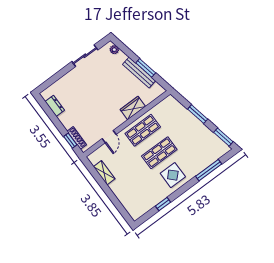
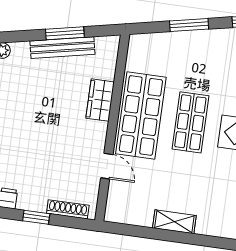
shop shelf: (143, 130) -> (141, 115), width x1.43, depth x1.36
window: (70, 141) -> (36, 217), moved
shelving: (104, 173) -> (174, 222), moved

